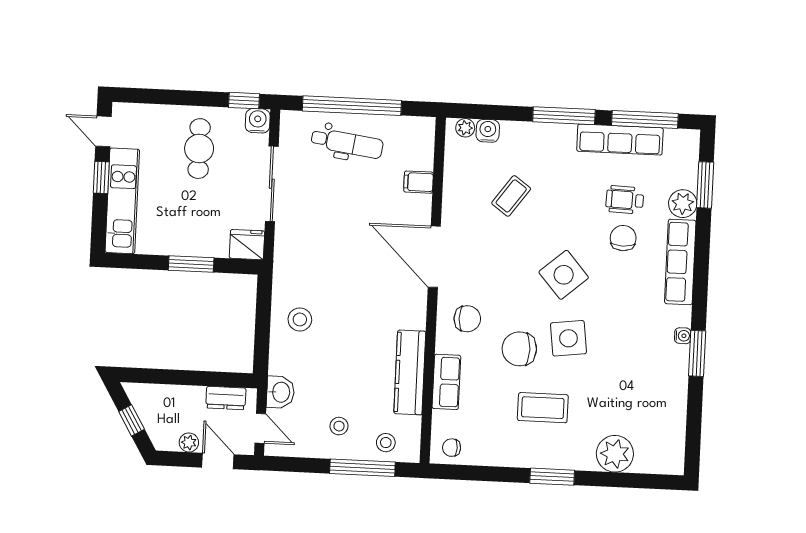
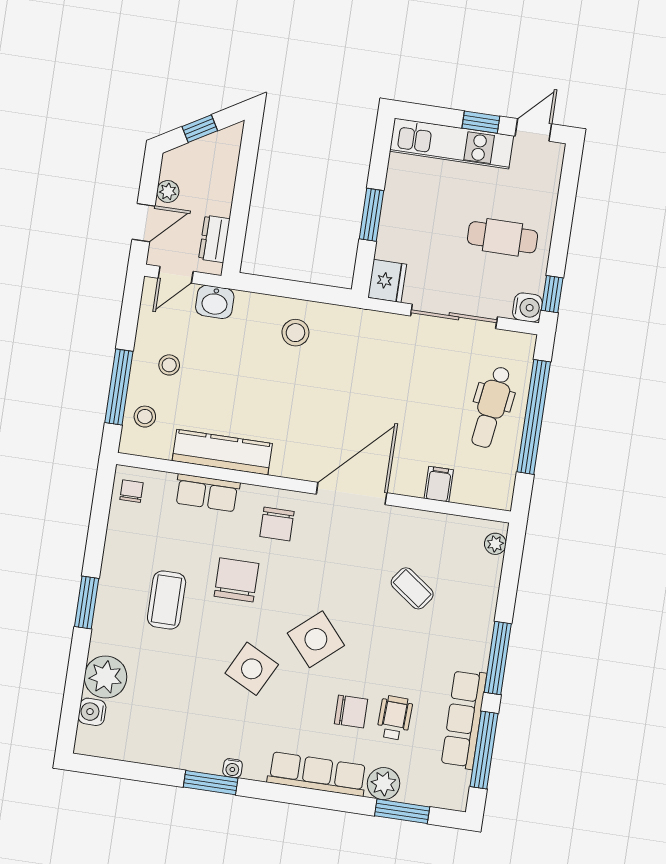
water cooler: (488, 131) -> (92, 712), moved, turned 180
side table: (568, 338) -> (252, 669), moved, turned 34

